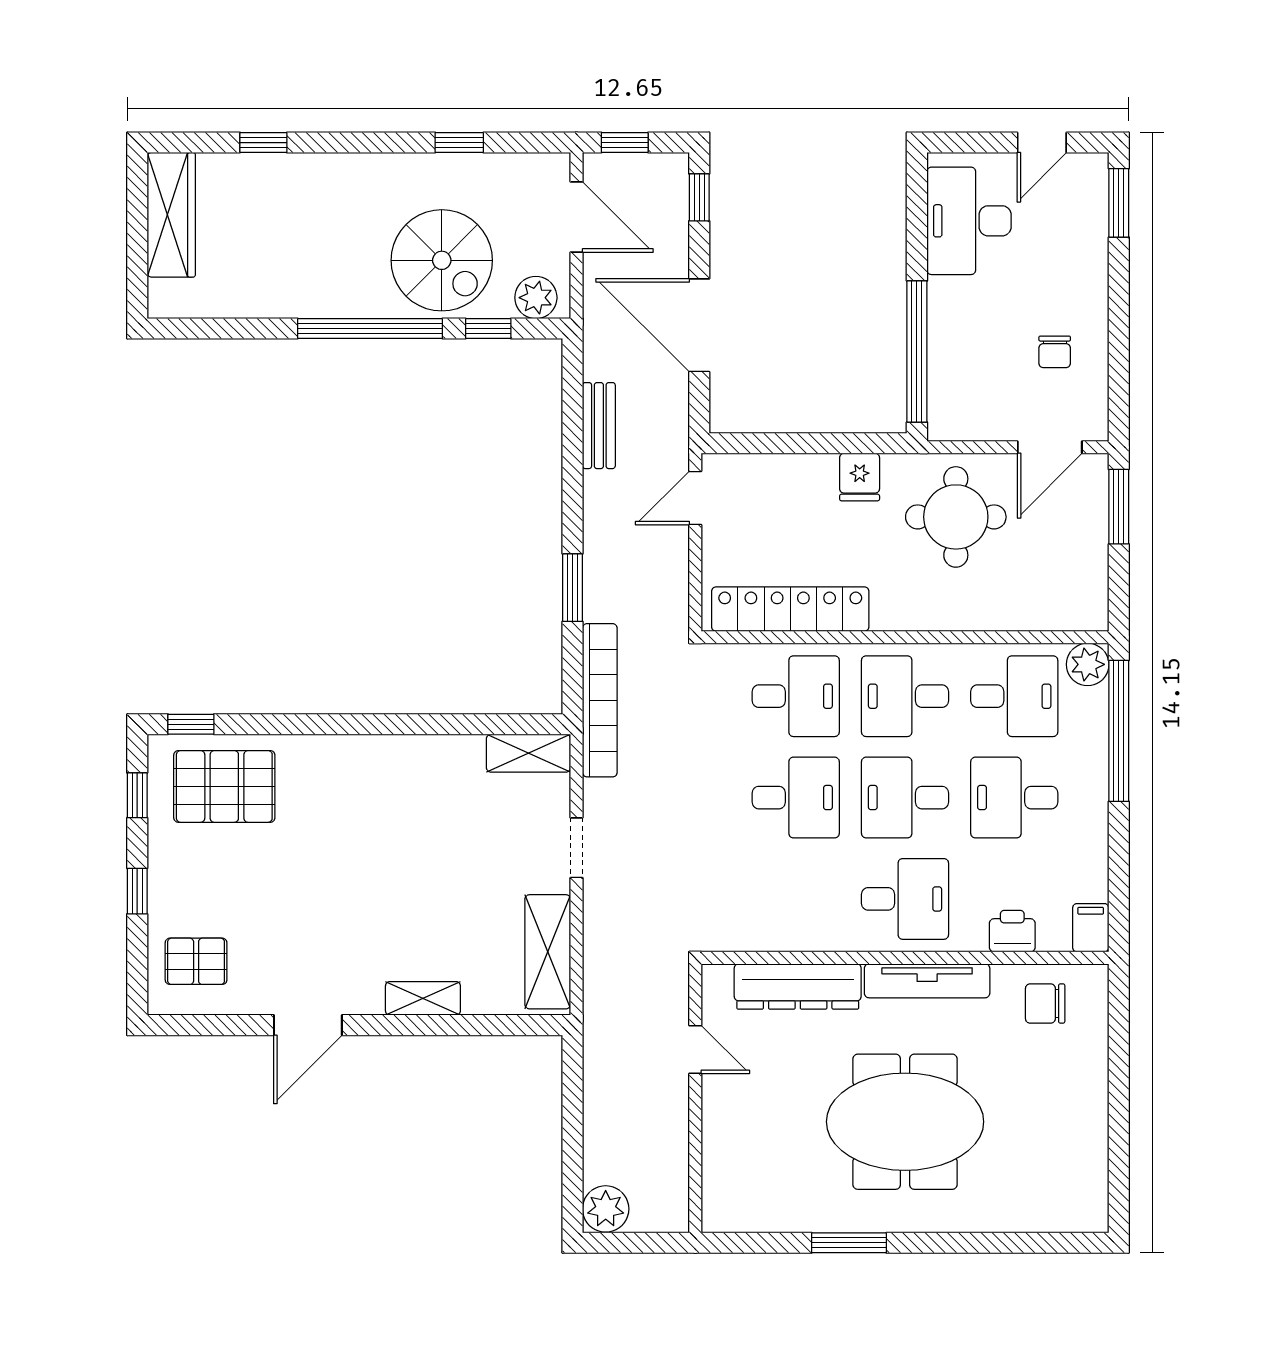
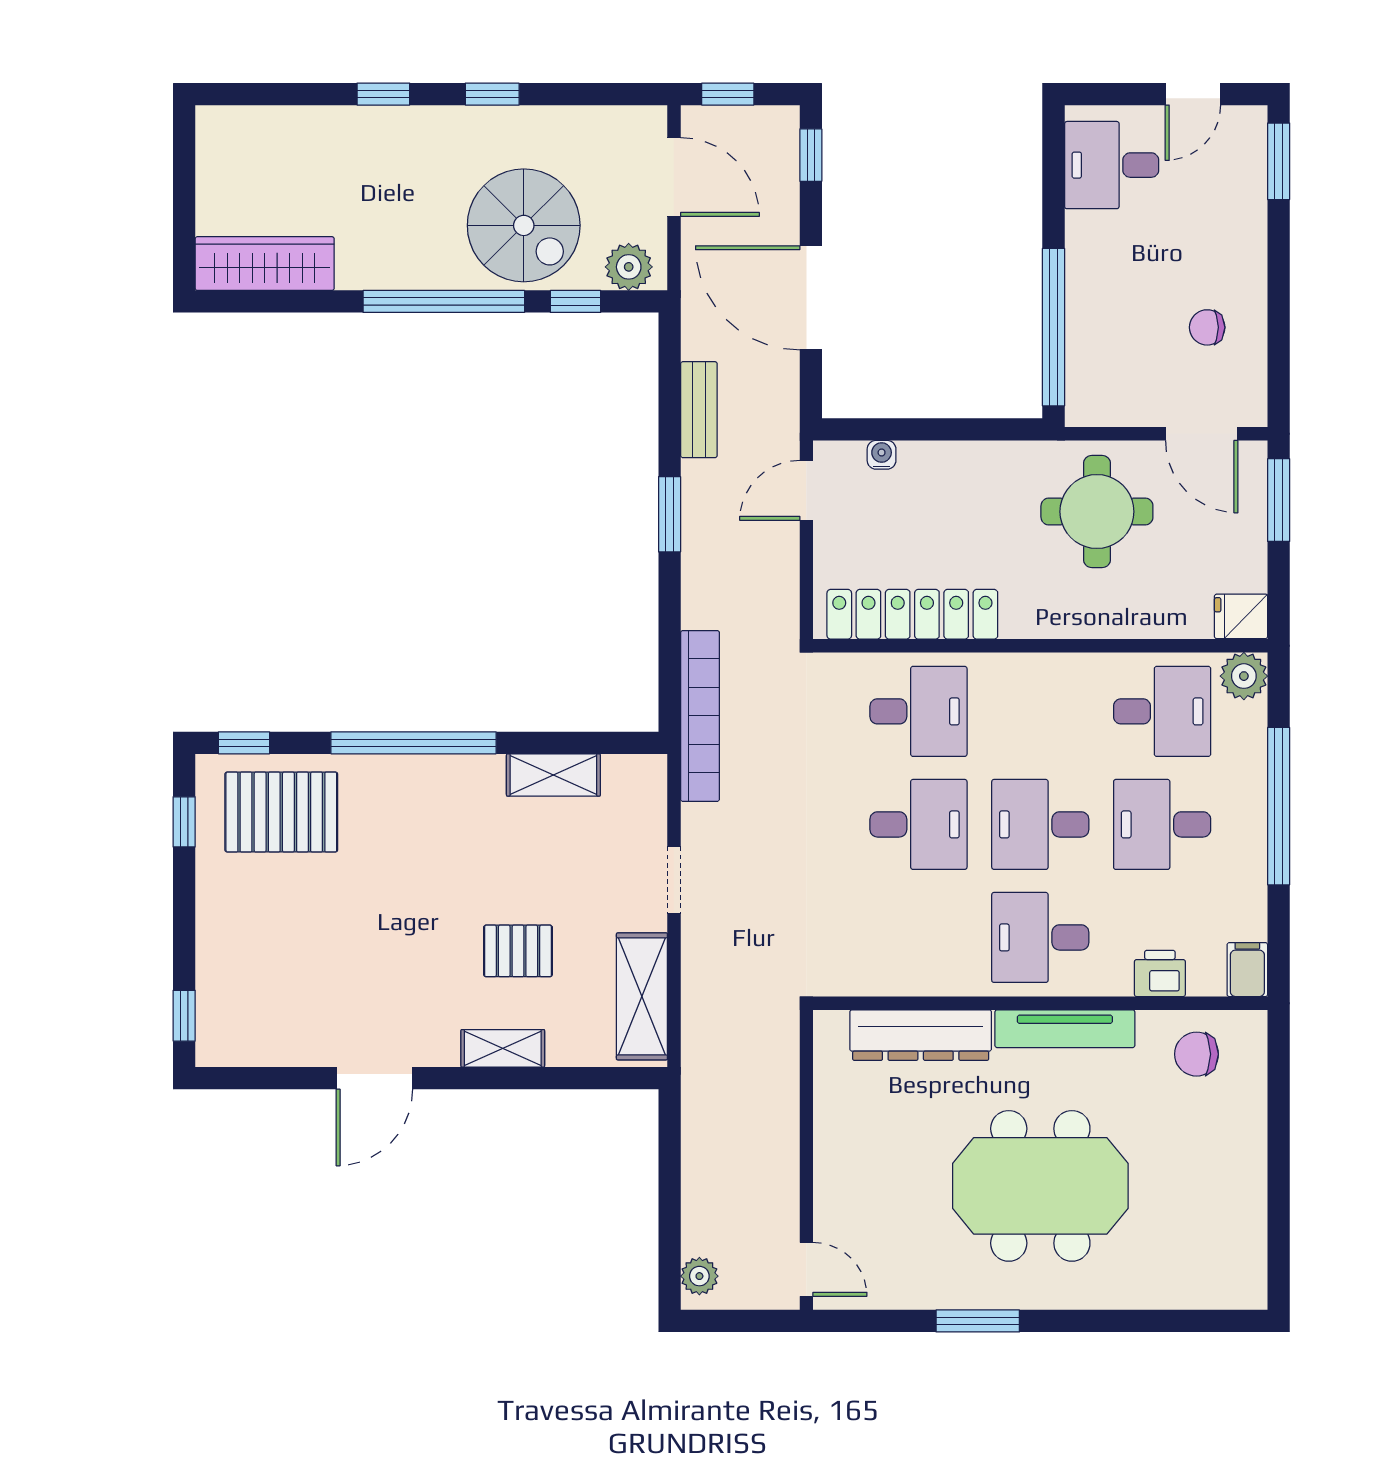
window: (263, 143) -> (383, 94), moved
window: (459, 143) -> (492, 94), moved
wardrobe: (171, 215) -> (265, 264), moved, turned -90
desk: (969, 221) -> (1112, 165), width x0.73
chair: (1055, 352) -> (1207, 327), turned 90
door: (1050, 447) -> (1202, 434), hinge flipped
water cooler: (763, 466) -> (882, 455), added
fridge: (860, 477) -> (1241, 616), moved, turned 90
window: (573, 588) -> (670, 514), moved
desk: (905, 696) -> (1040, 711), removed
window: (343, 724) -> (414, 743), added
window: (1119, 731) -> (1279, 806), moved
shelving: (528, 753) -> (553, 775), moved
window: (137, 891) -> (184, 1016), moved
desk: (905, 899) -> (1040, 937), turned 180
pallet: (196, 961) -> (518, 951), moved
door: (695, 1049) -> (806, 1269), moved
plant: (606, 1209) -> (699, 1276), width x0.73, depth x0.73

